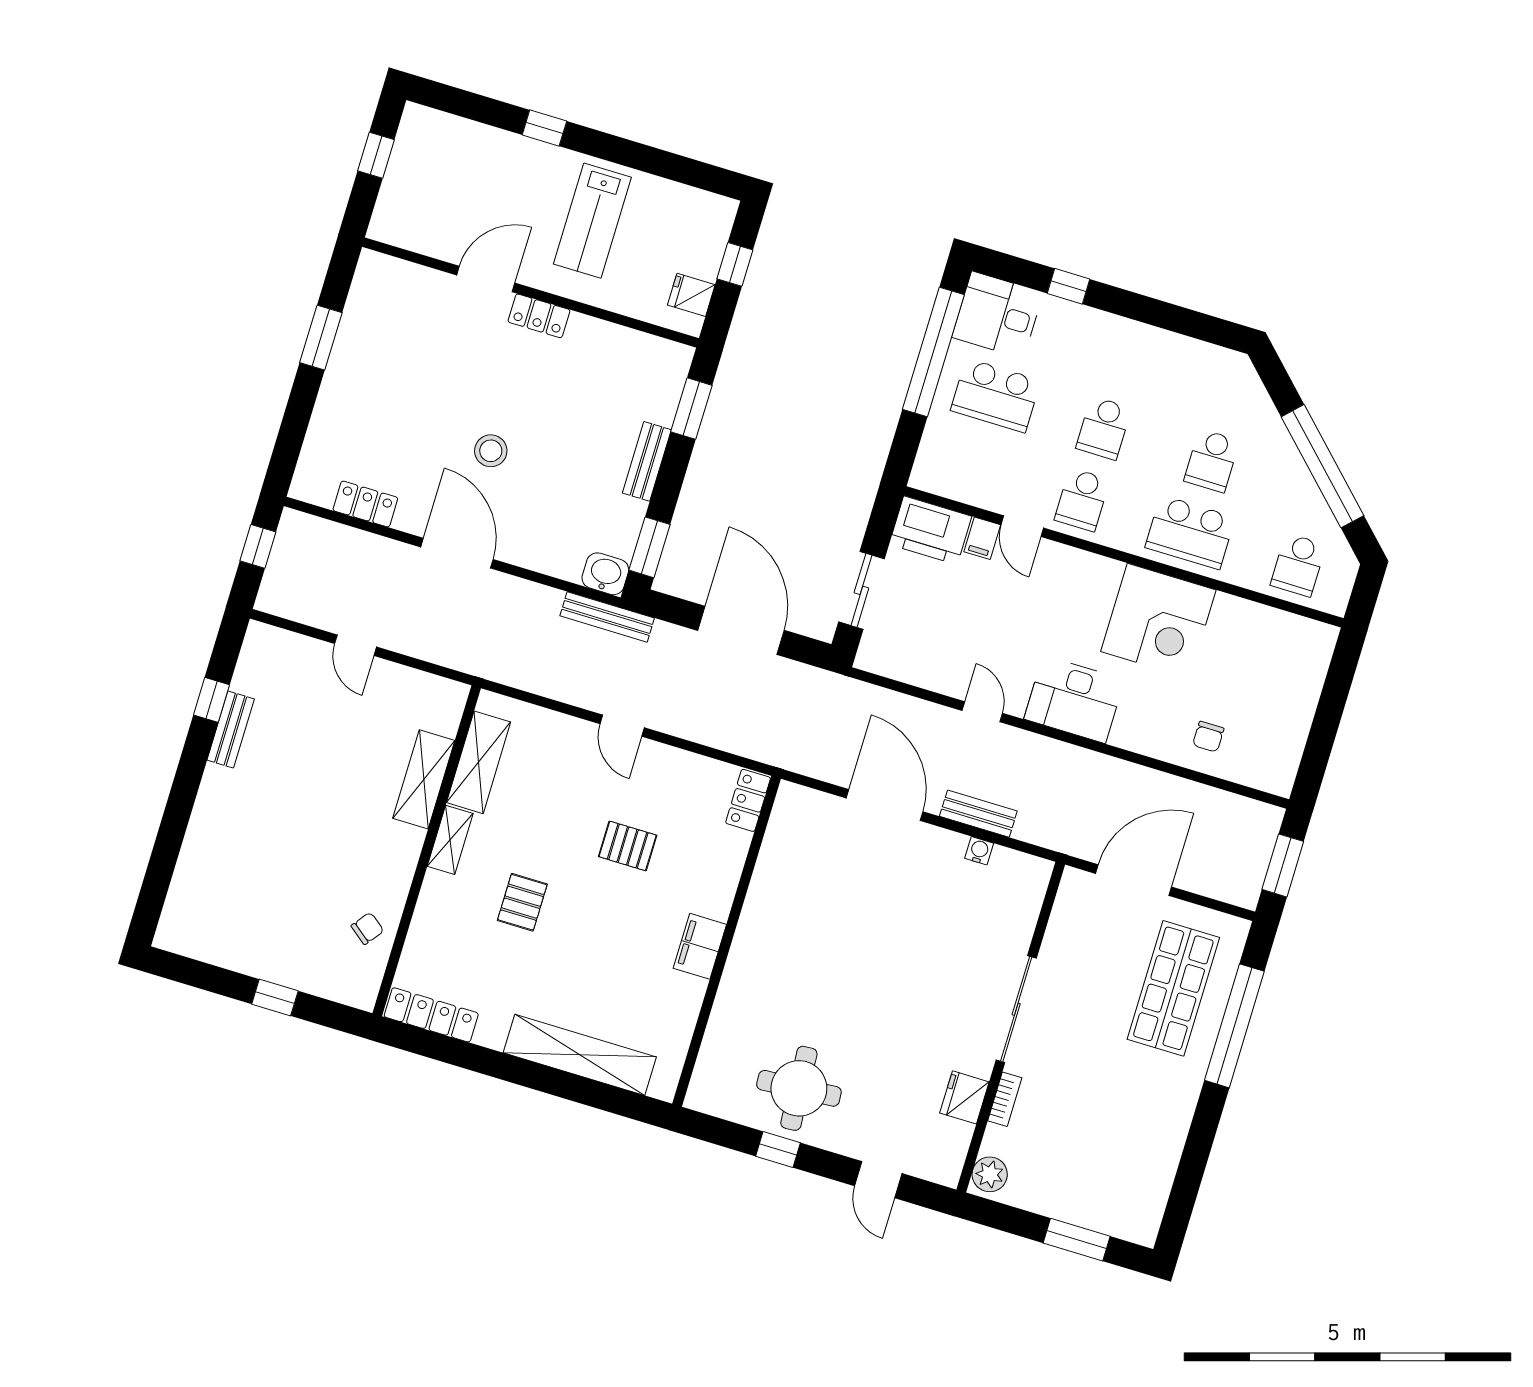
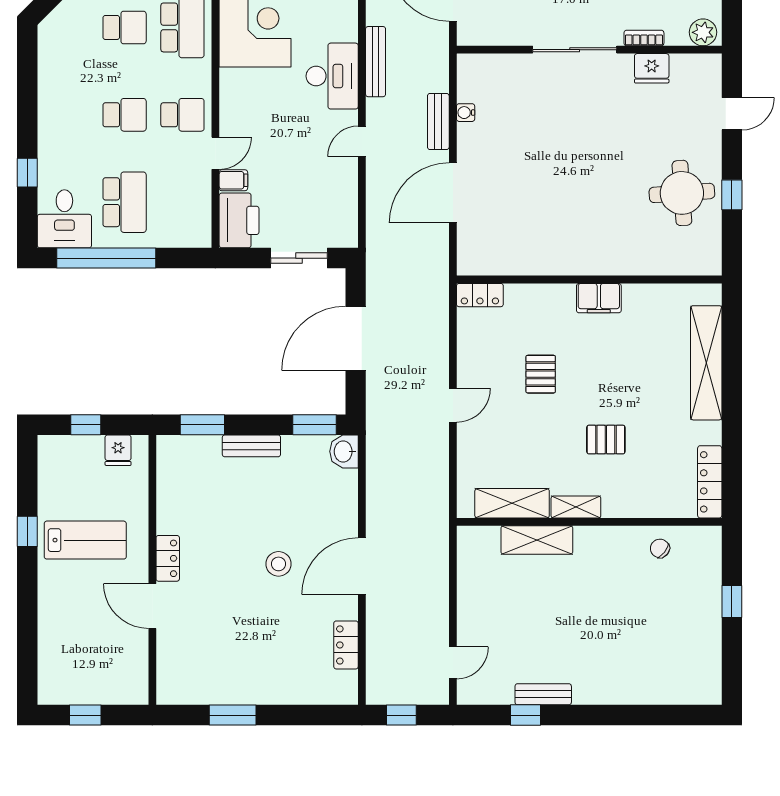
window: (544, 128) -> (27, 531), moved
bench: (607, 617) -> (376, 62), moved
door: (356, 645) -> (453, 663), moved

